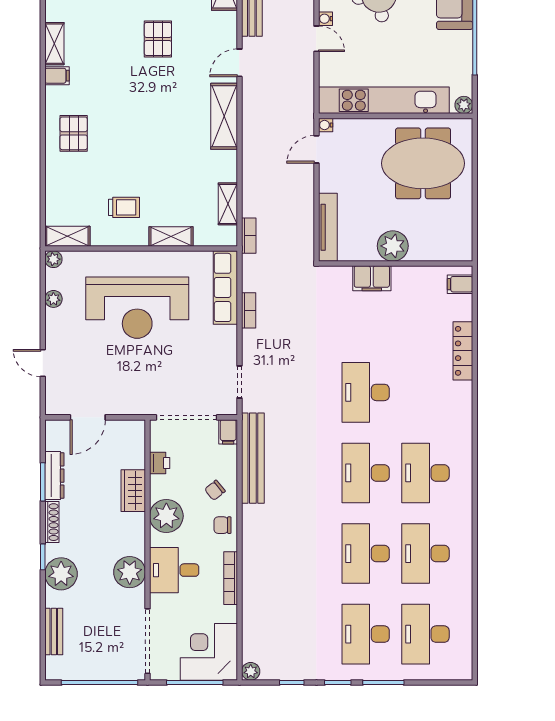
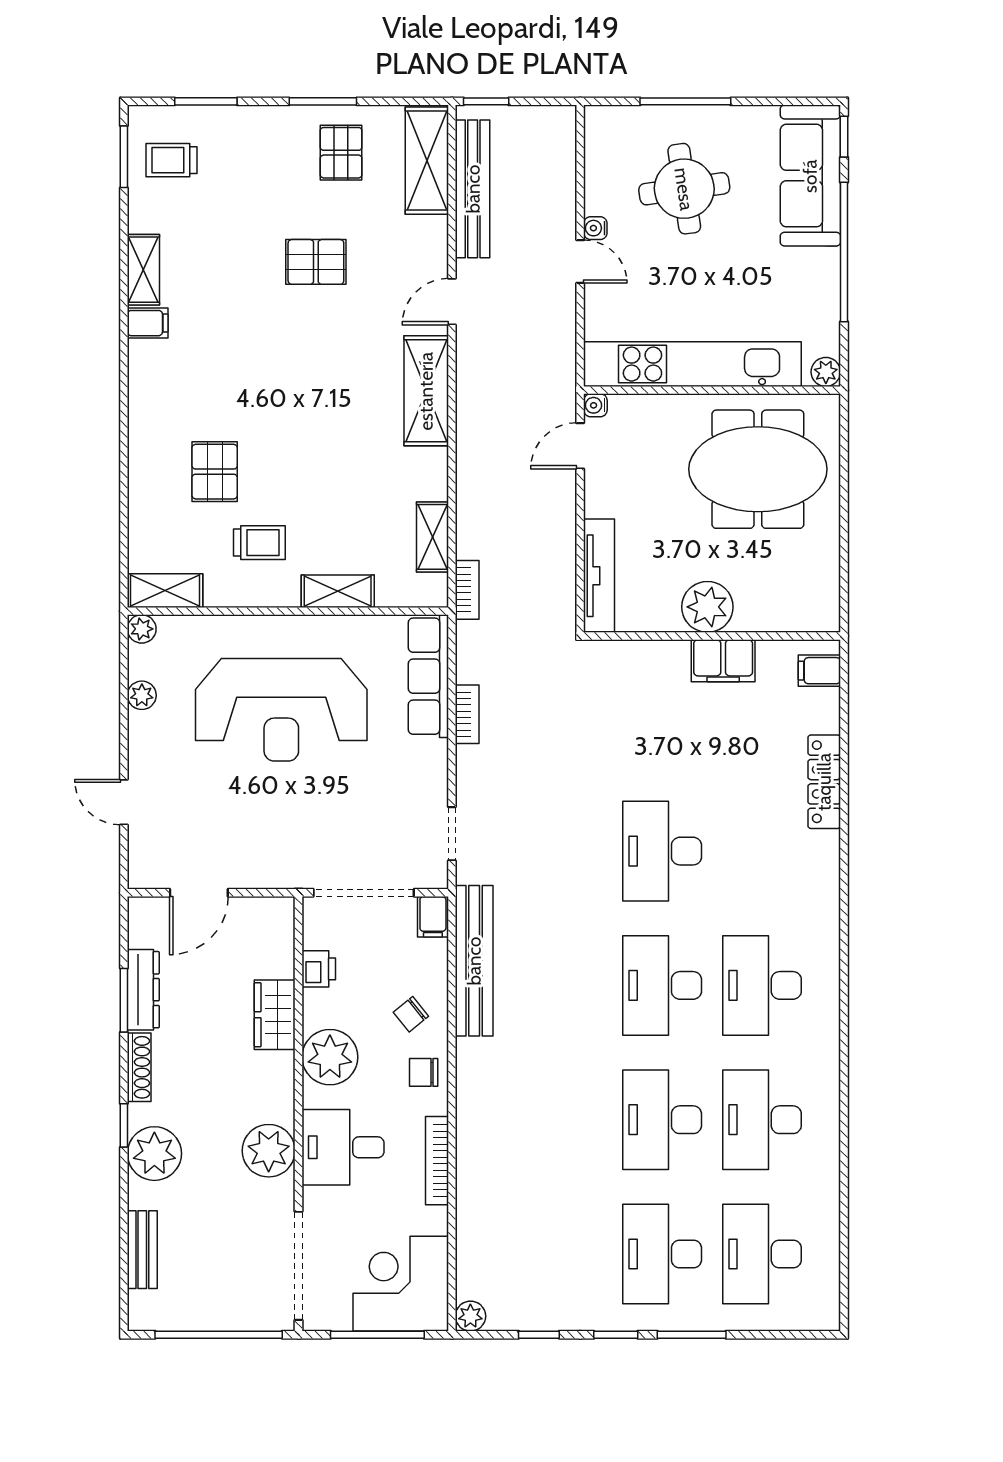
pallet: (158, 39) -> (316, 262), turned 90
pallet: (74, 133) -> (215, 472), moved
filing cabinet: (372, 278) -> (723, 661), moved

